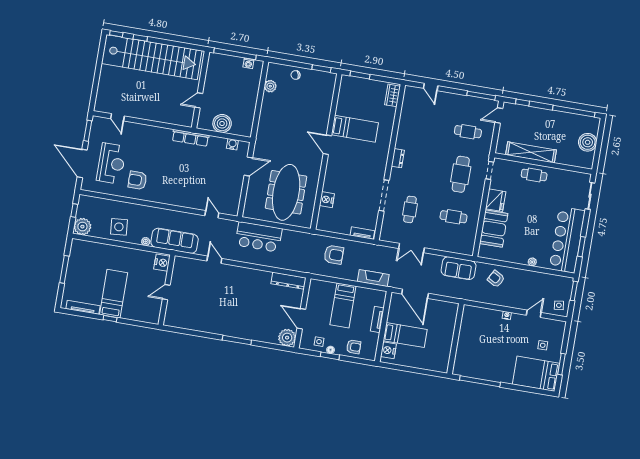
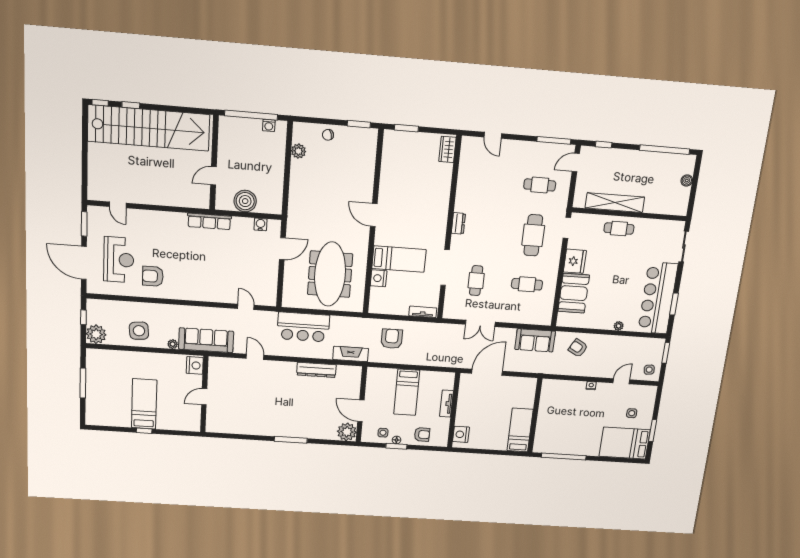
bed: (355, 129) -> (399, 259), moved
boiler: (588, 142) -> (687, 180), width x0.54, depth x0.54
armchair: (334, 255) -> (392, 339), turned -90
fireplace: (373, 278) -> (351, 354), moved
dresser: (288, 281) -> (316, 370), moved
door: (415, 294) -> (487, 372), swing flipped
tv unit: (83, 307) -> (111, 422), removed
bed: (405, 335) -> (520, 430), moved, turned -90

